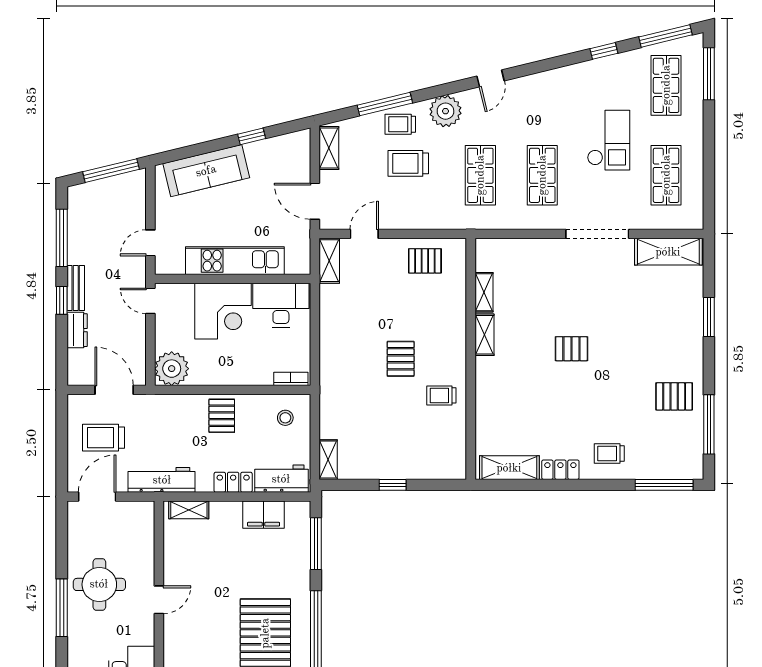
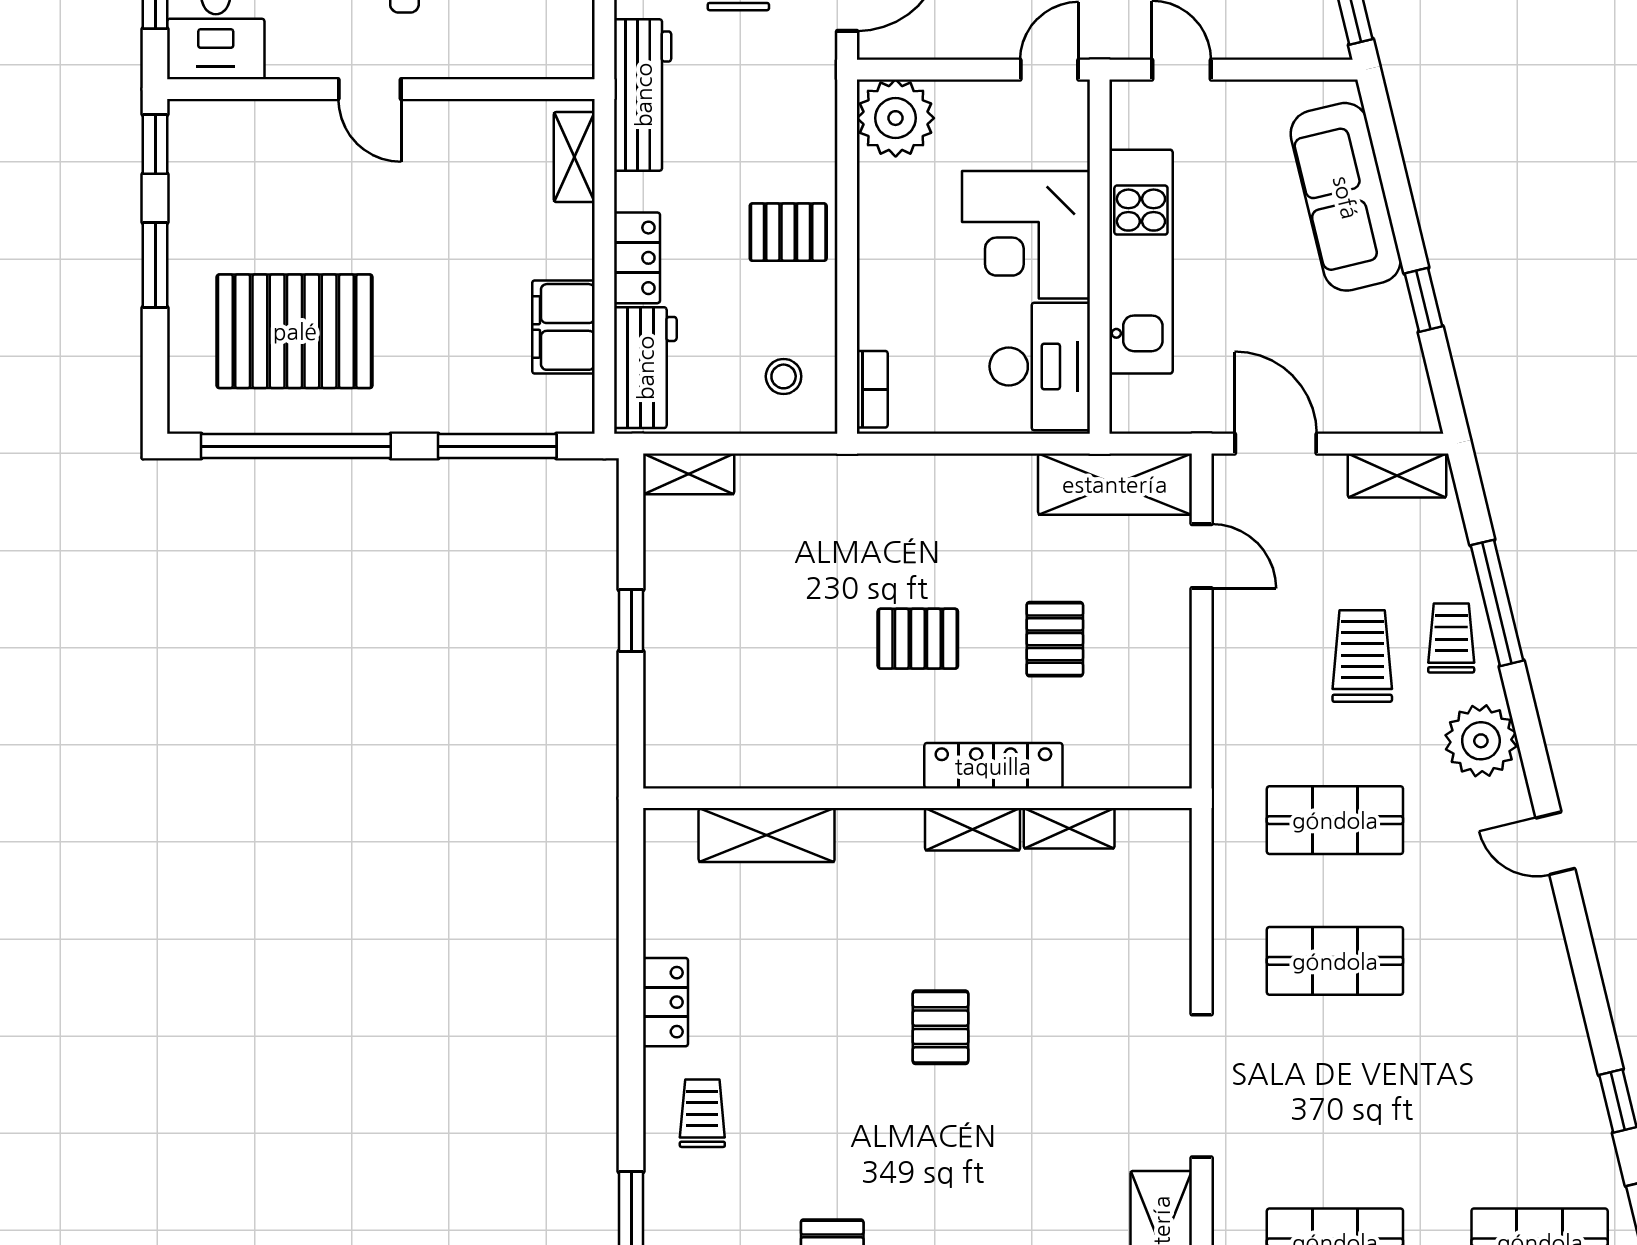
checkout: (609, 140) -> (1415, 1112), removed
door: (315, 201) -> (1276, 444), hinge flipped
shelving: (329, 261) -> (1115, 484), width x1.50, depth x1.33
pallet: (425, 261) -> (1055, 639), moved
locker: (456, 326) -> (993, 766), added
trolley: (441, 395) -> (834, 731), removed
shelving: (509, 468) -> (767, 835), moved, turned 90

